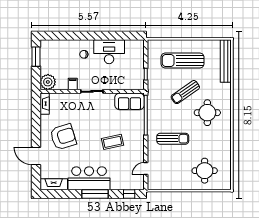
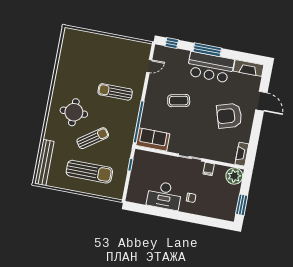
round table: (205, 171) -> (88, 52), removed

